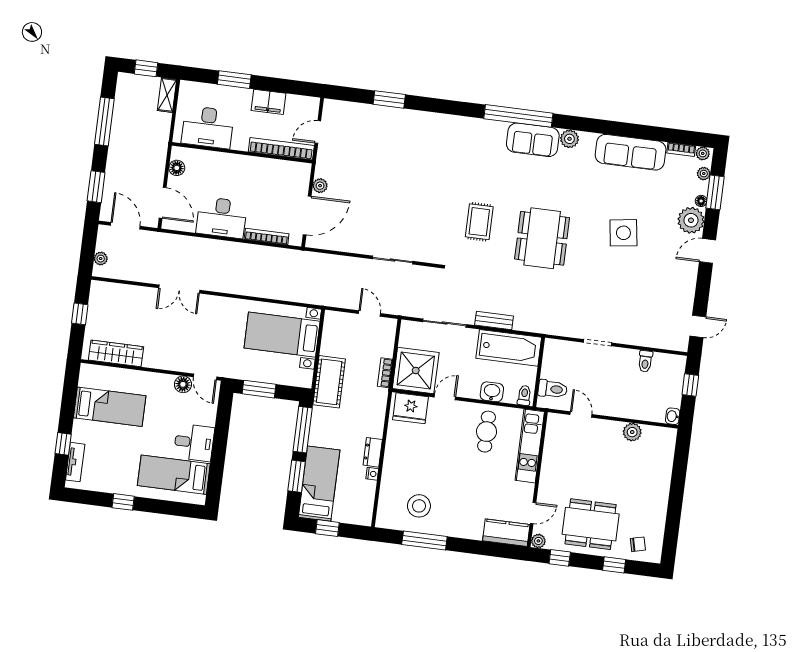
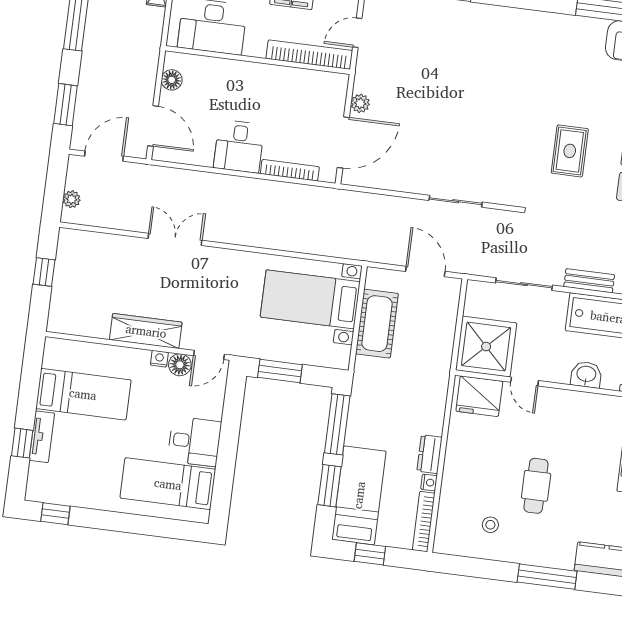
desk: (222, 218) -> (239, 146), width x0.73
door: (125, 226) -> (104, 156), hinge flipped
double door: (179, 289) -> (175, 239), swing flipped
door: (370, 313) -> (425, 271), width x1.37
wardrobe: (116, 353) -> (146, 331), moved
bookcase: (385, 373) -> (424, 522), moved, width x1.56
door: (205, 377) -> (209, 355), hinge flipped
nightstand: (167, 380) -> (159, 359), added
cot: (329, 382) -> (377, 324), moved
door: (445, 397) -> (525, 381), swing flipped
cafe table: (486, 432) -> (536, 486), moved
tv unit: (75, 462) -> (42, 437), moved
window: (123, 502) -> (55, 514), moved
stool: (419, 506) -> (490, 525), width x0.53, depth x0.53
window: (424, 541) -> (547, 577), moved

